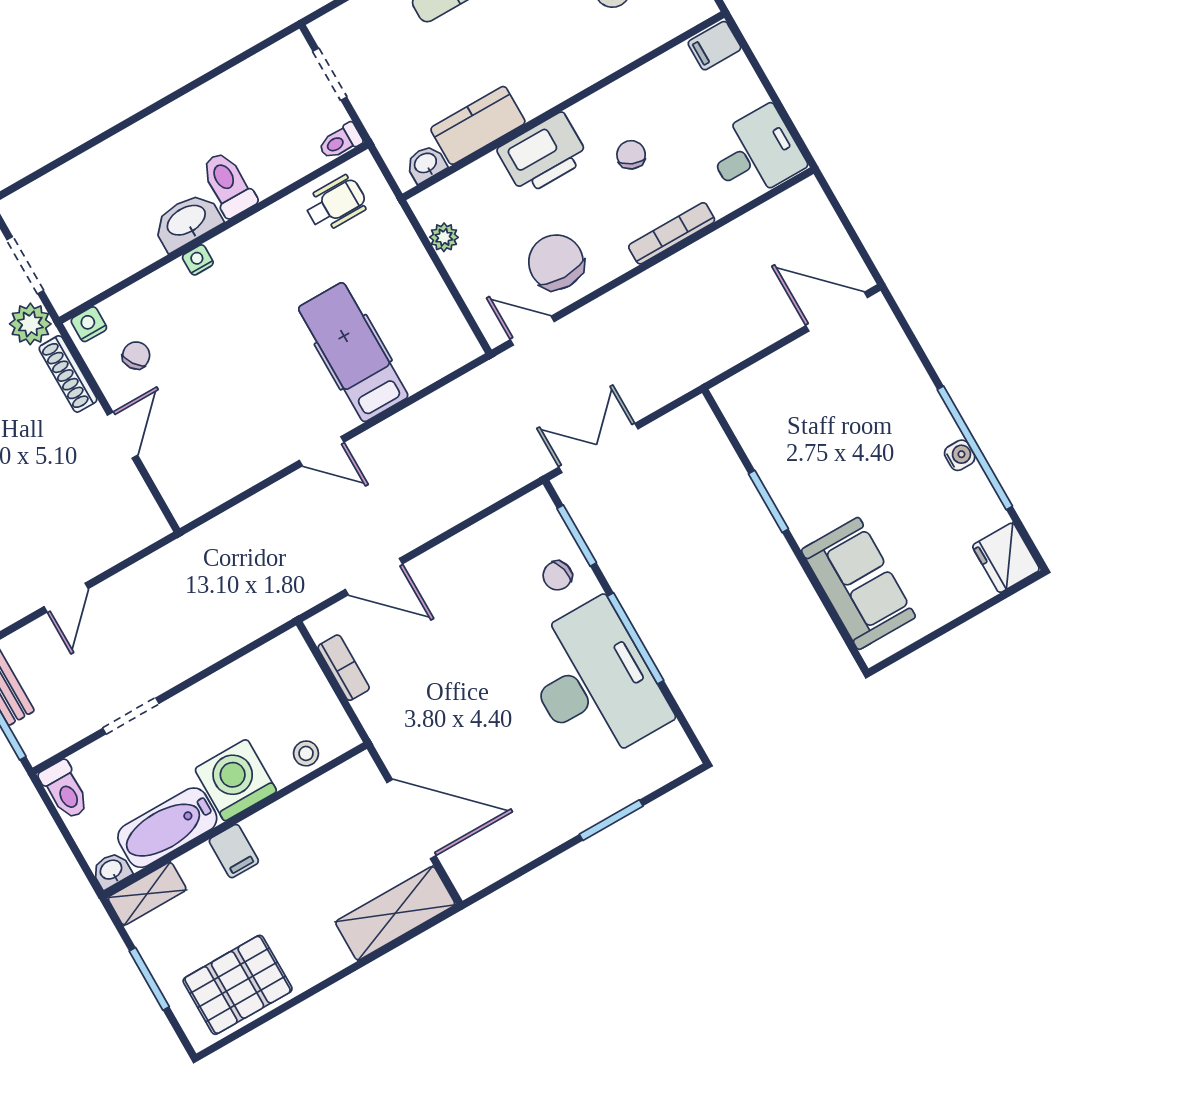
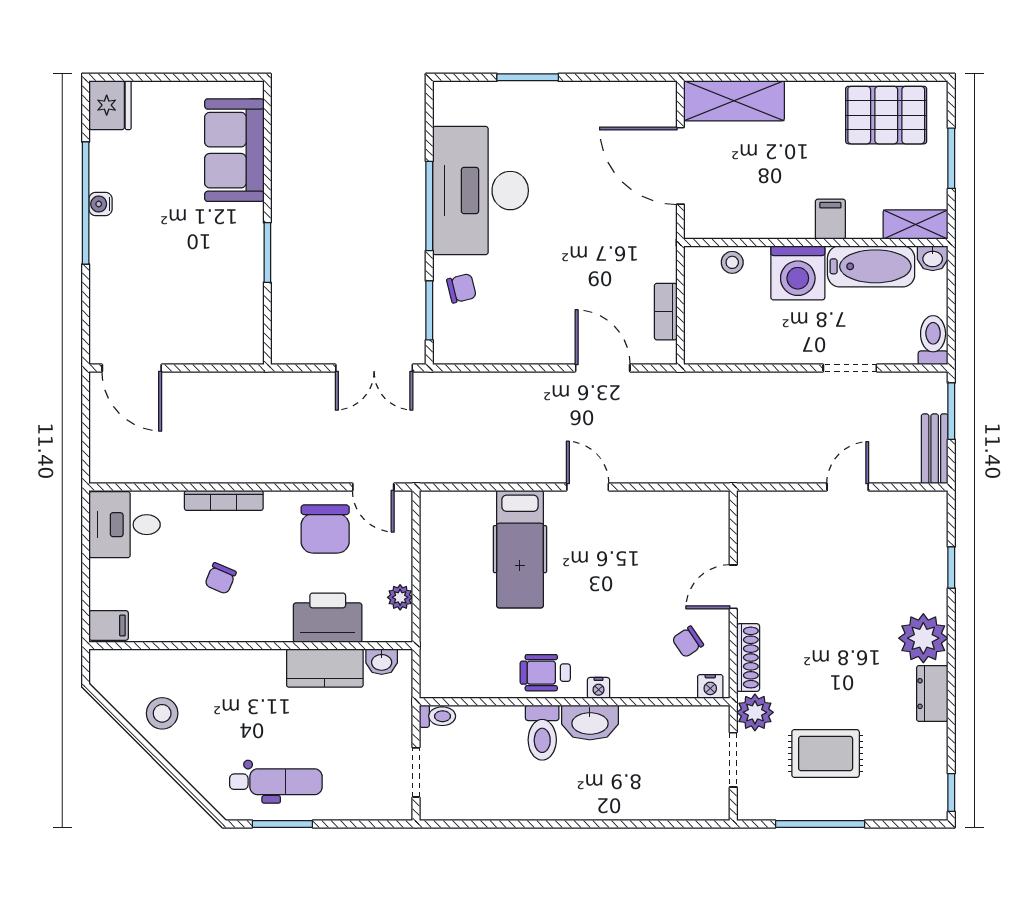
printer: (543, 154) -> (328, 618), moved
wheelchair: (336, 203) -> (545, 673), moved

